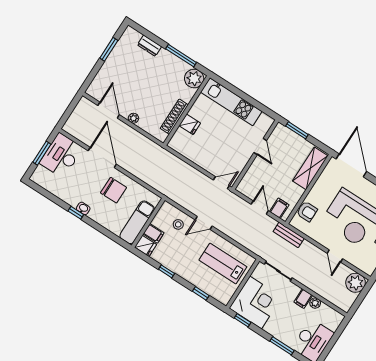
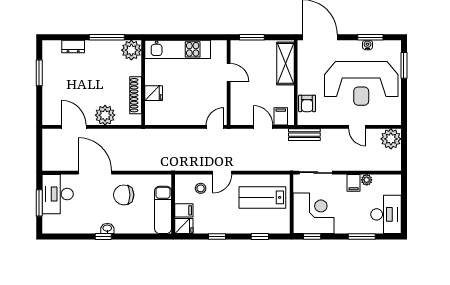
plant: (133, 118) -> (105, 115), width x1.88, depth x1.88
chair: (114, 190) -> (124, 195), turned 180
armchair: (307, 211) -> (307, 103), turned 90

